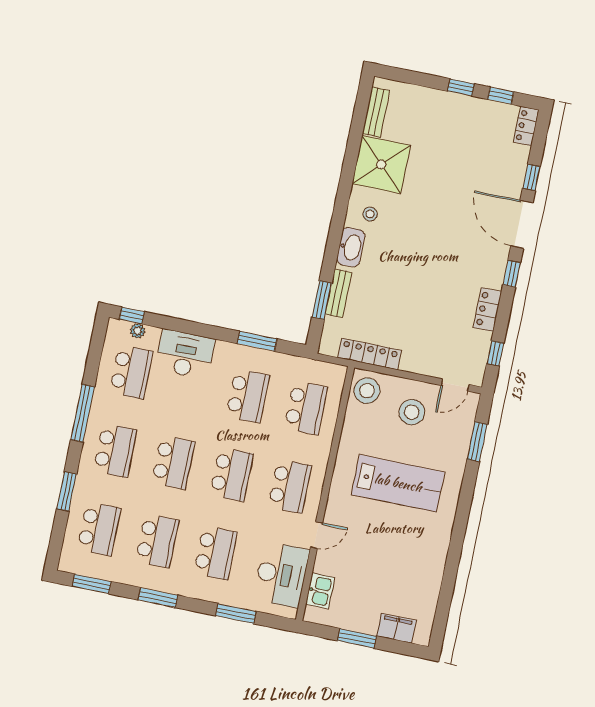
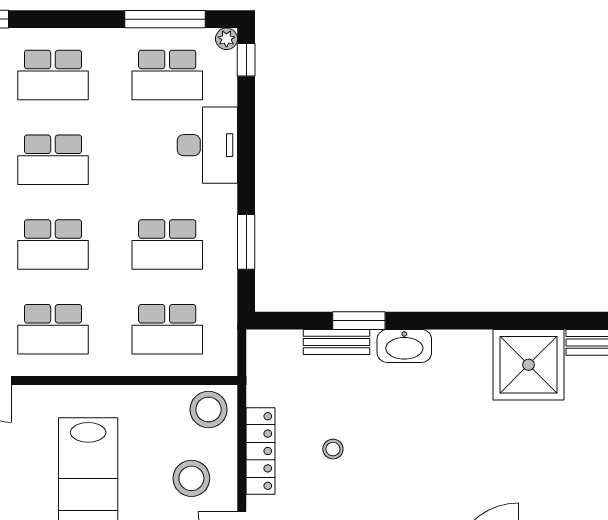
stool: (370, 214) -> (333, 449), moved
window: (322, 300) -> (359, 321), moved
plant: (138, 331) -> (226, 39), moved
locker: (370, 354) -> (261, 451), moved
window: (83, 413) -> (165, 19), moved

